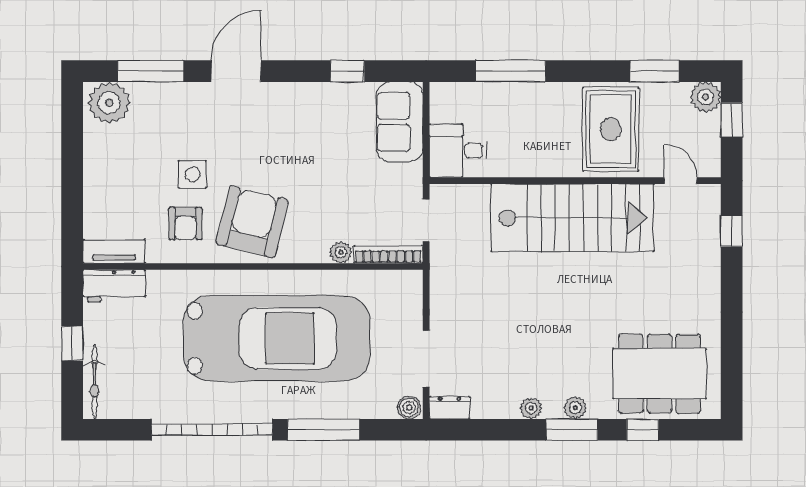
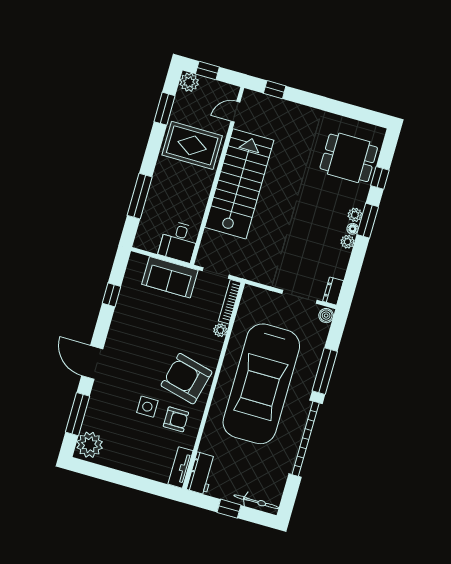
sofa: (400, 122) -> (170, 277), moved
car: (277, 338) -> (261, 384), turned 180
dining table: (660, 374) -> (349, 158), width x0.73
floor lamp: (553, 410) -> (353, 229), added

